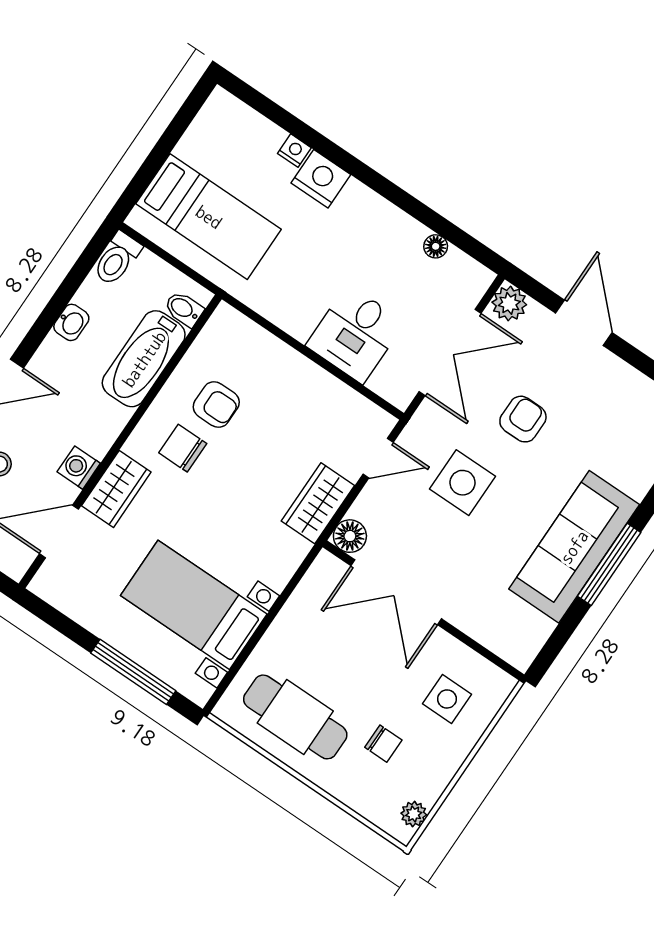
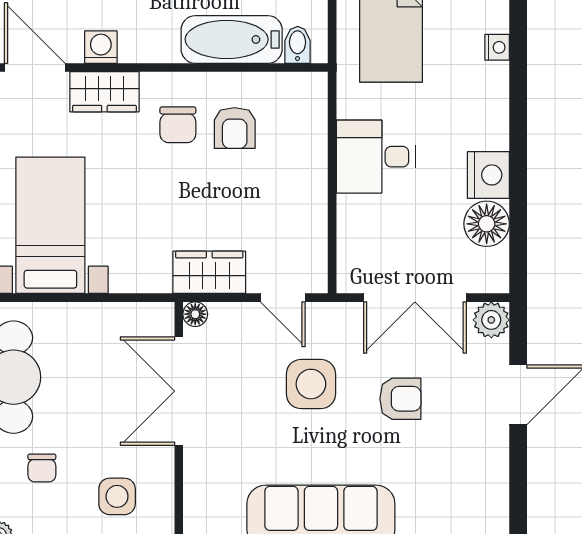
nightstand: (321, 179) -> (488, 175), moved
floor lamp: (436, 246) -> (487, 224), width x1.89, depth x1.89
desk: (355, 334) -> (376, 157), moved
chair: (183, 448) -> (178, 125), turned 180
floor lamp: (350, 536) -> (195, 314), width x0.73, depth x0.73

